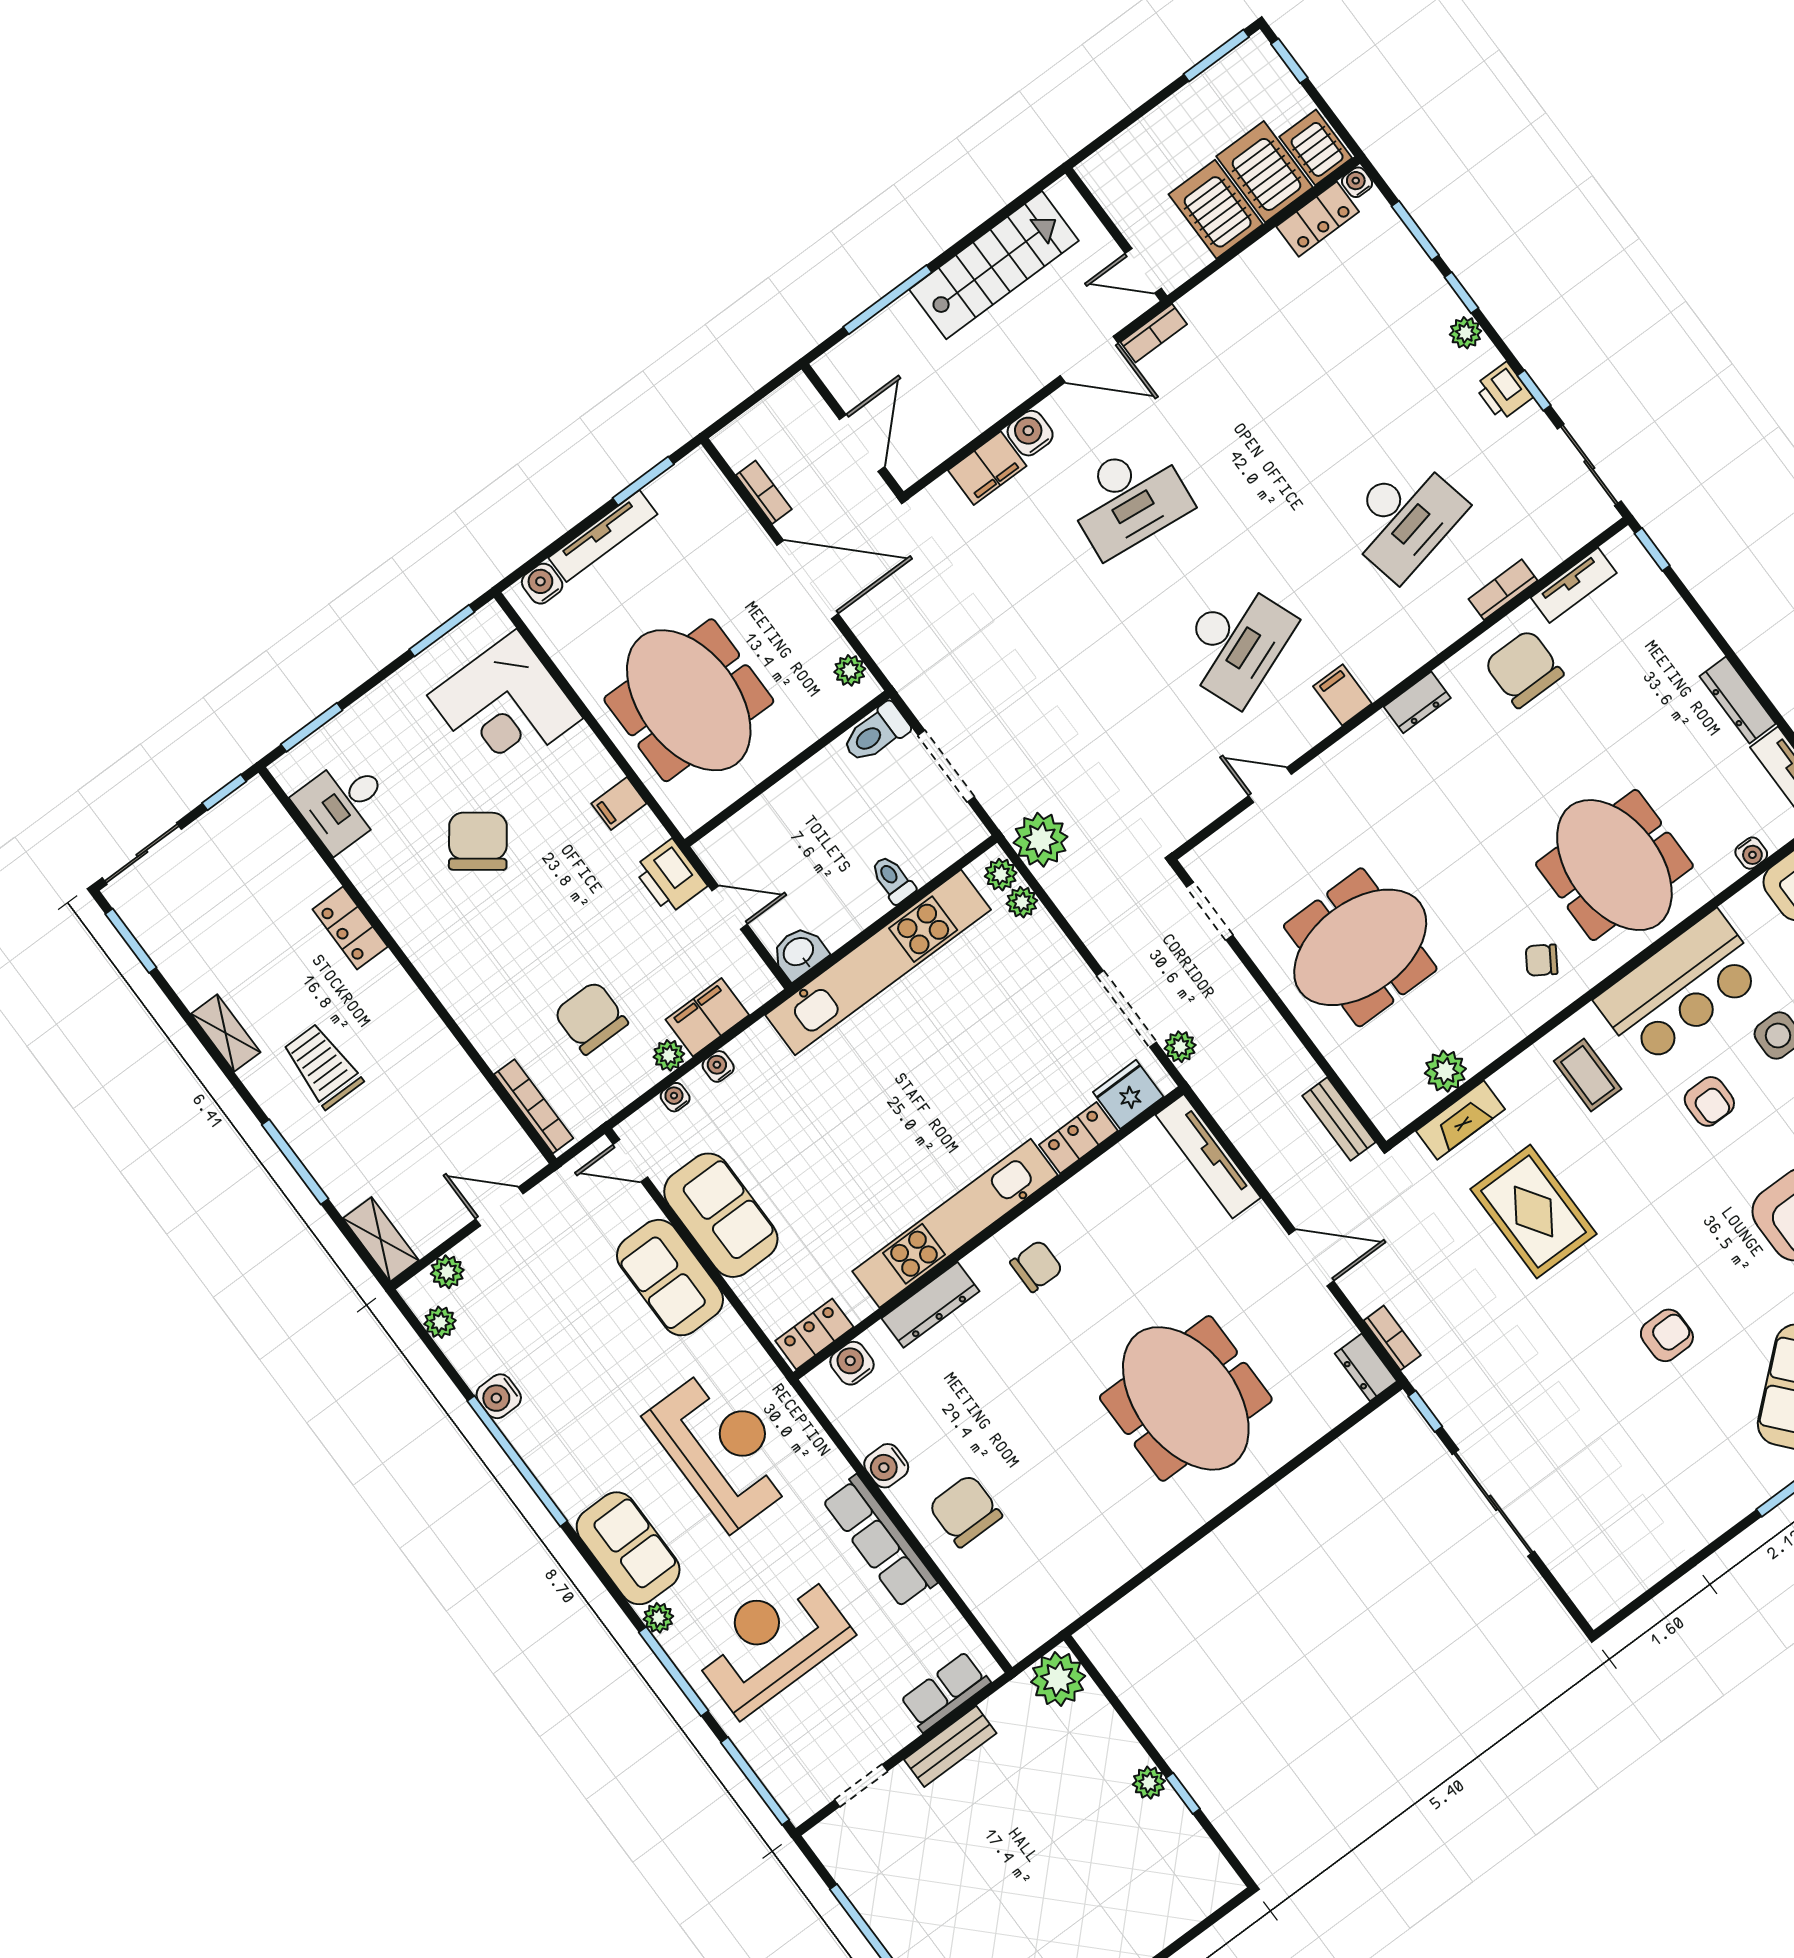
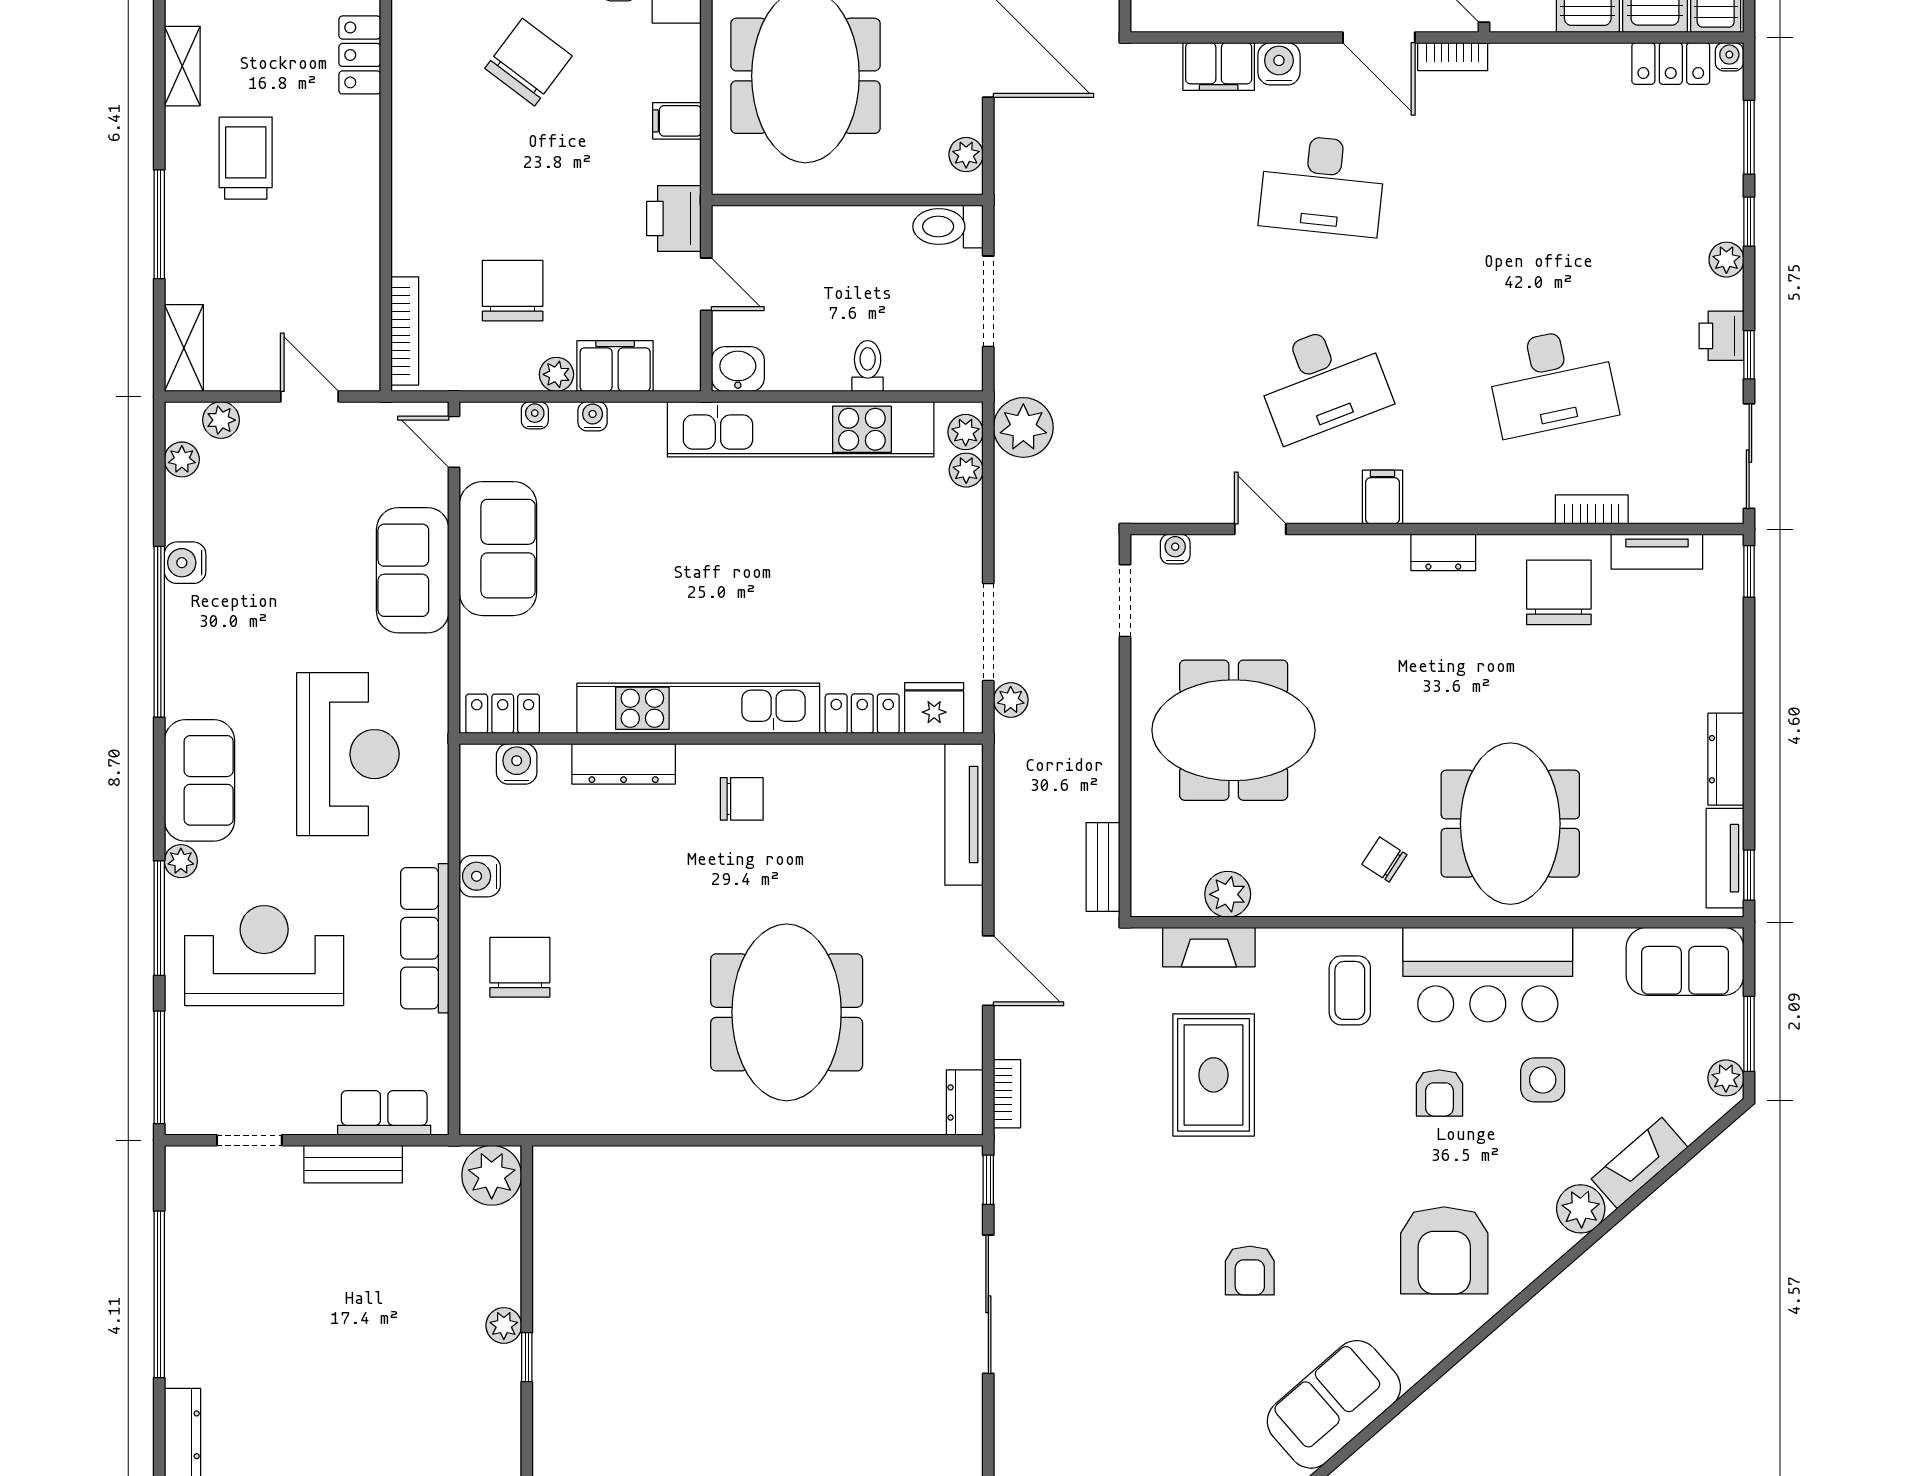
water cooler: (1751, 853) -> (1175, 549), moved, turned 180
armchair: (1667, 1335) -> (1250, 1271), turned 90

